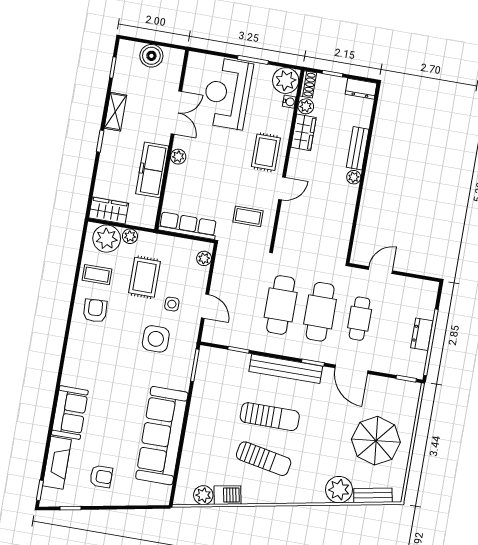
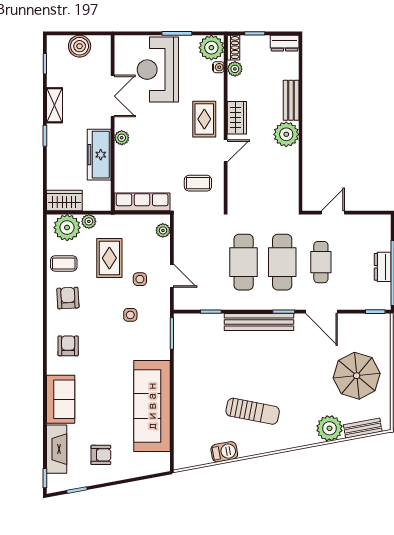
wardrobe: (304, 132) -> (237, 118), moved
plant: (354, 177) -> (286, 134), width x1.88, depth x1.88
side table: (156, 339) -> (130, 315), width x0.54, depth x0.54
armchair: (87, 359) -> (68, 346), added
sun lounger: (270, 417) -> (252, 370), removed
plant: (203, 495) -> (201, 456), removed

